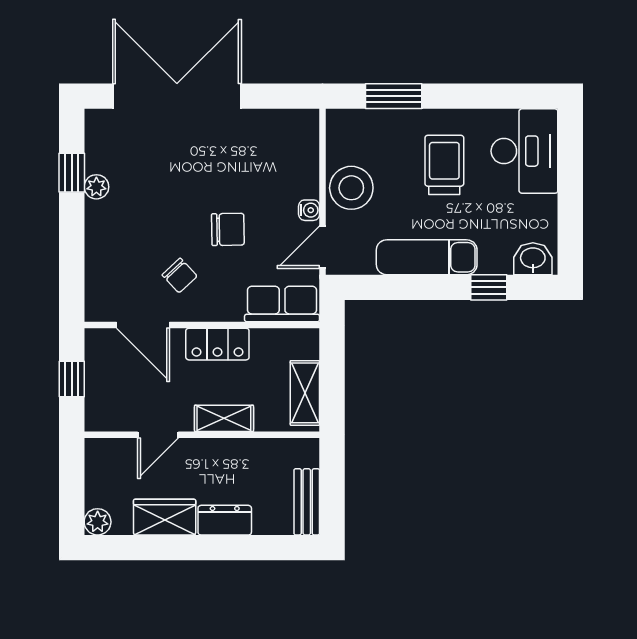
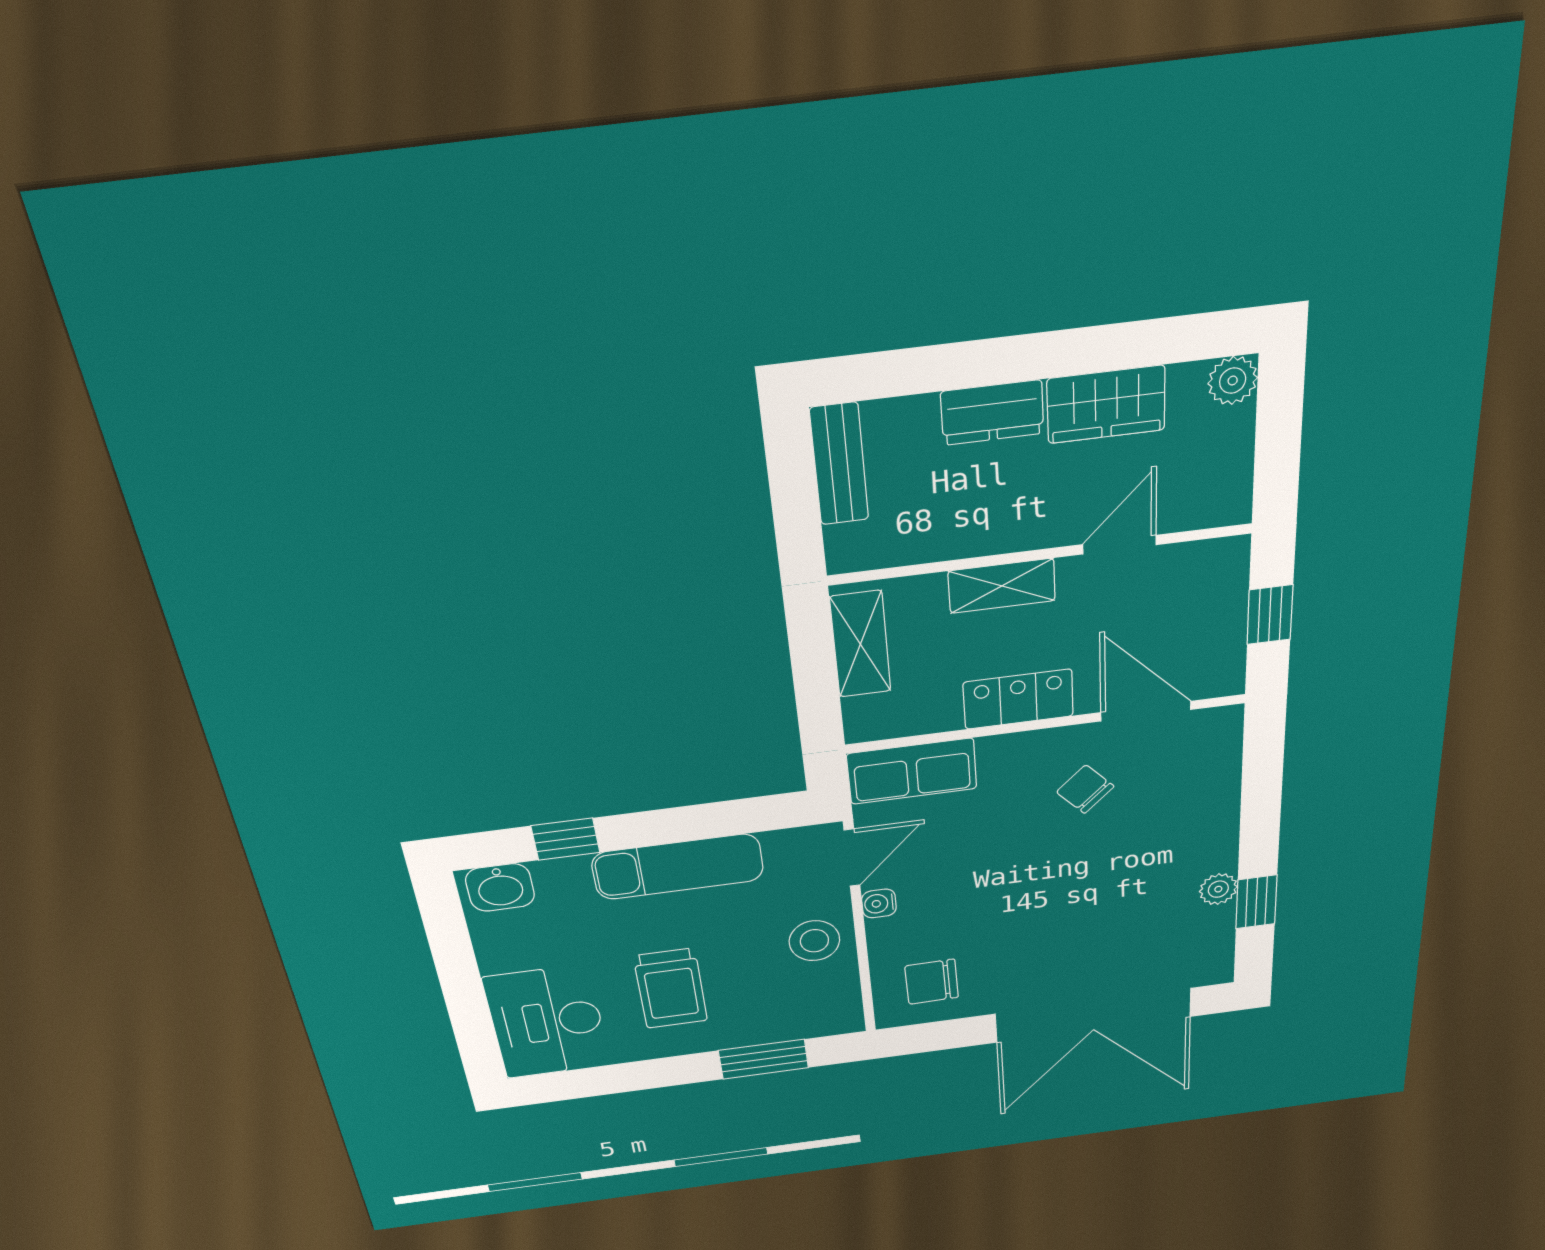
stool: (351, 188) -> (814, 941), width x0.73, depth x0.73
chair: (228, 229) -> (932, 982), moved

